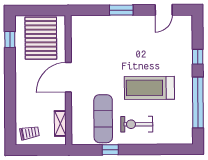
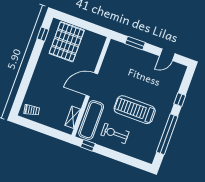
door: (68, 77) -> (92, 85), moved
wall: (68, 80) -> (91, 87), moved
shelving: (60, 124) -> (73, 117), moved

